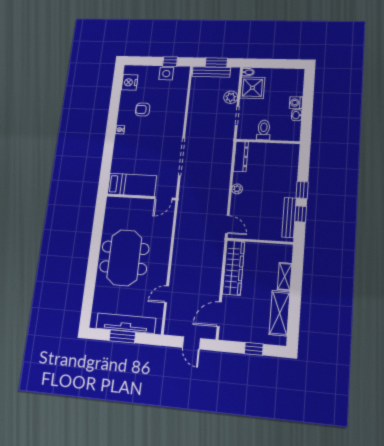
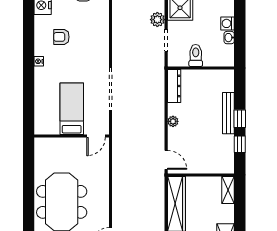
bed: (132, 185) -> (72, 109), moved, turned -90
bench: (289, 217) -> (228, 113), moved
shelving: (285, 276) -> (228, 190), moved

